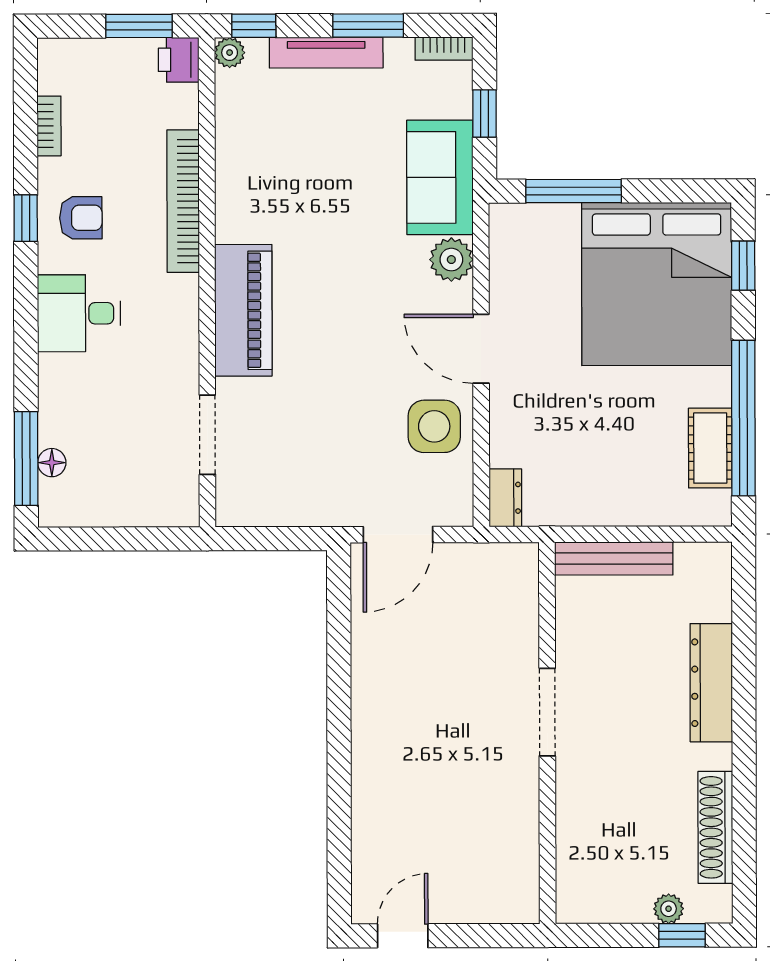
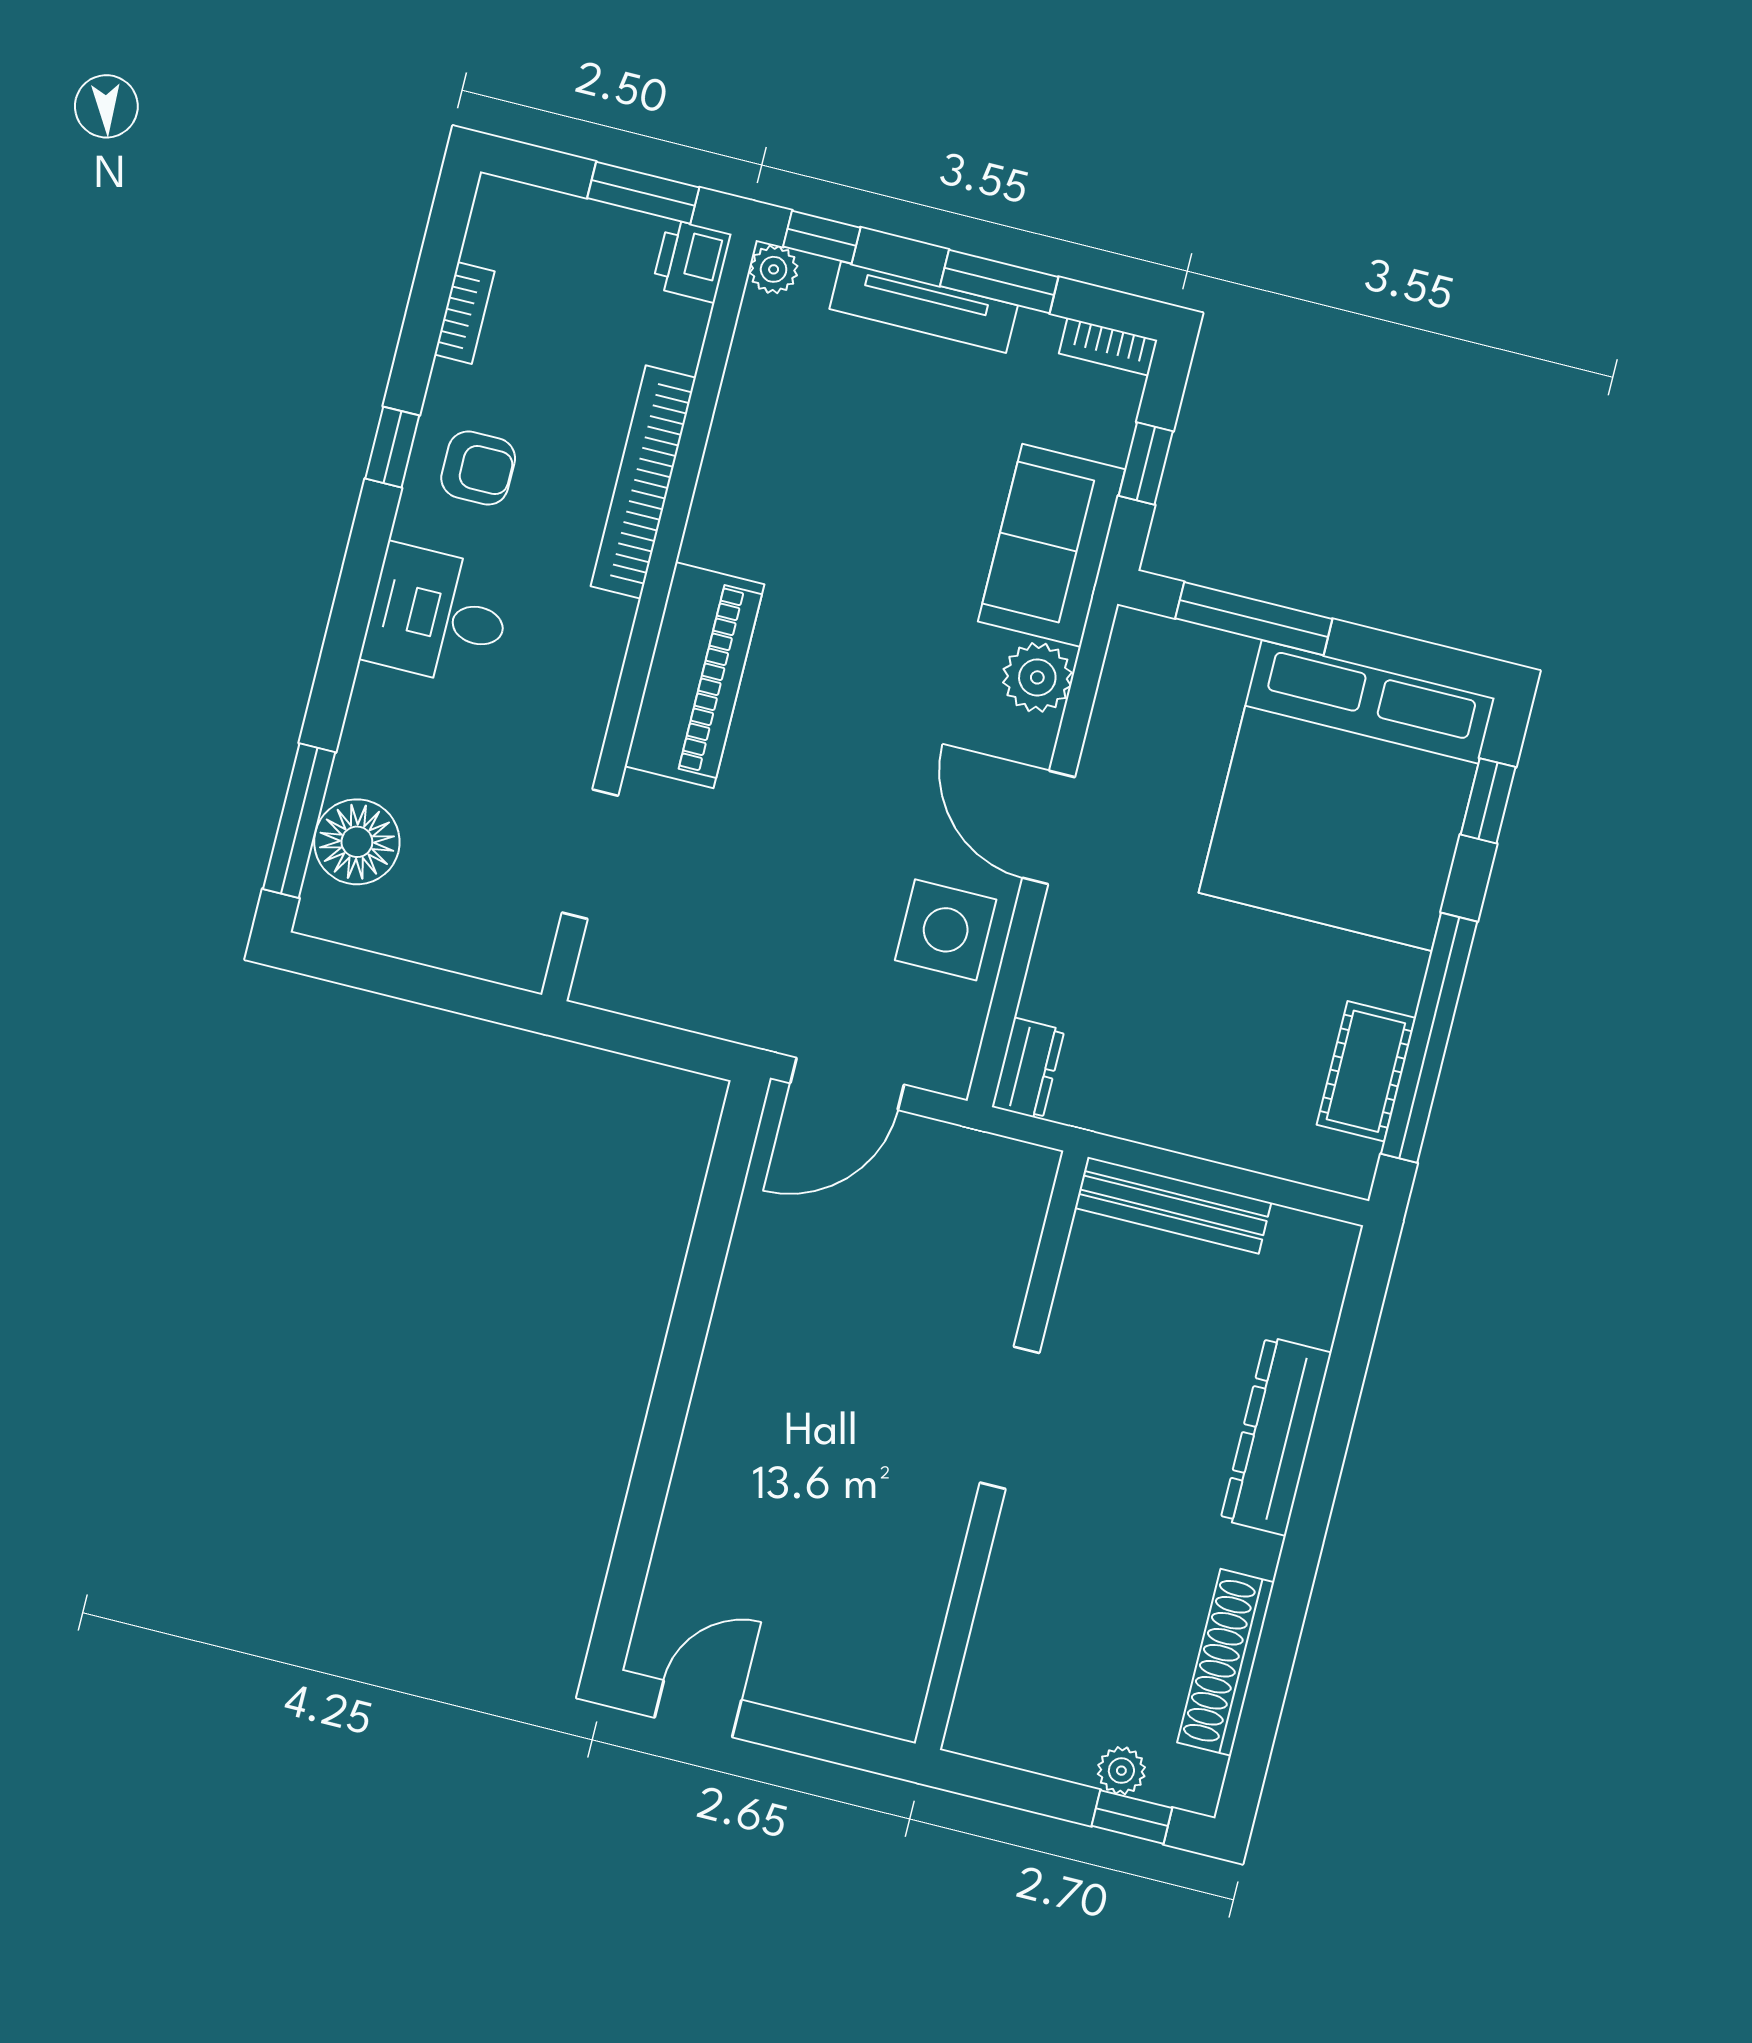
floor lamp: (52, 463) -> (357, 842), width x1.89, depth x1.89

